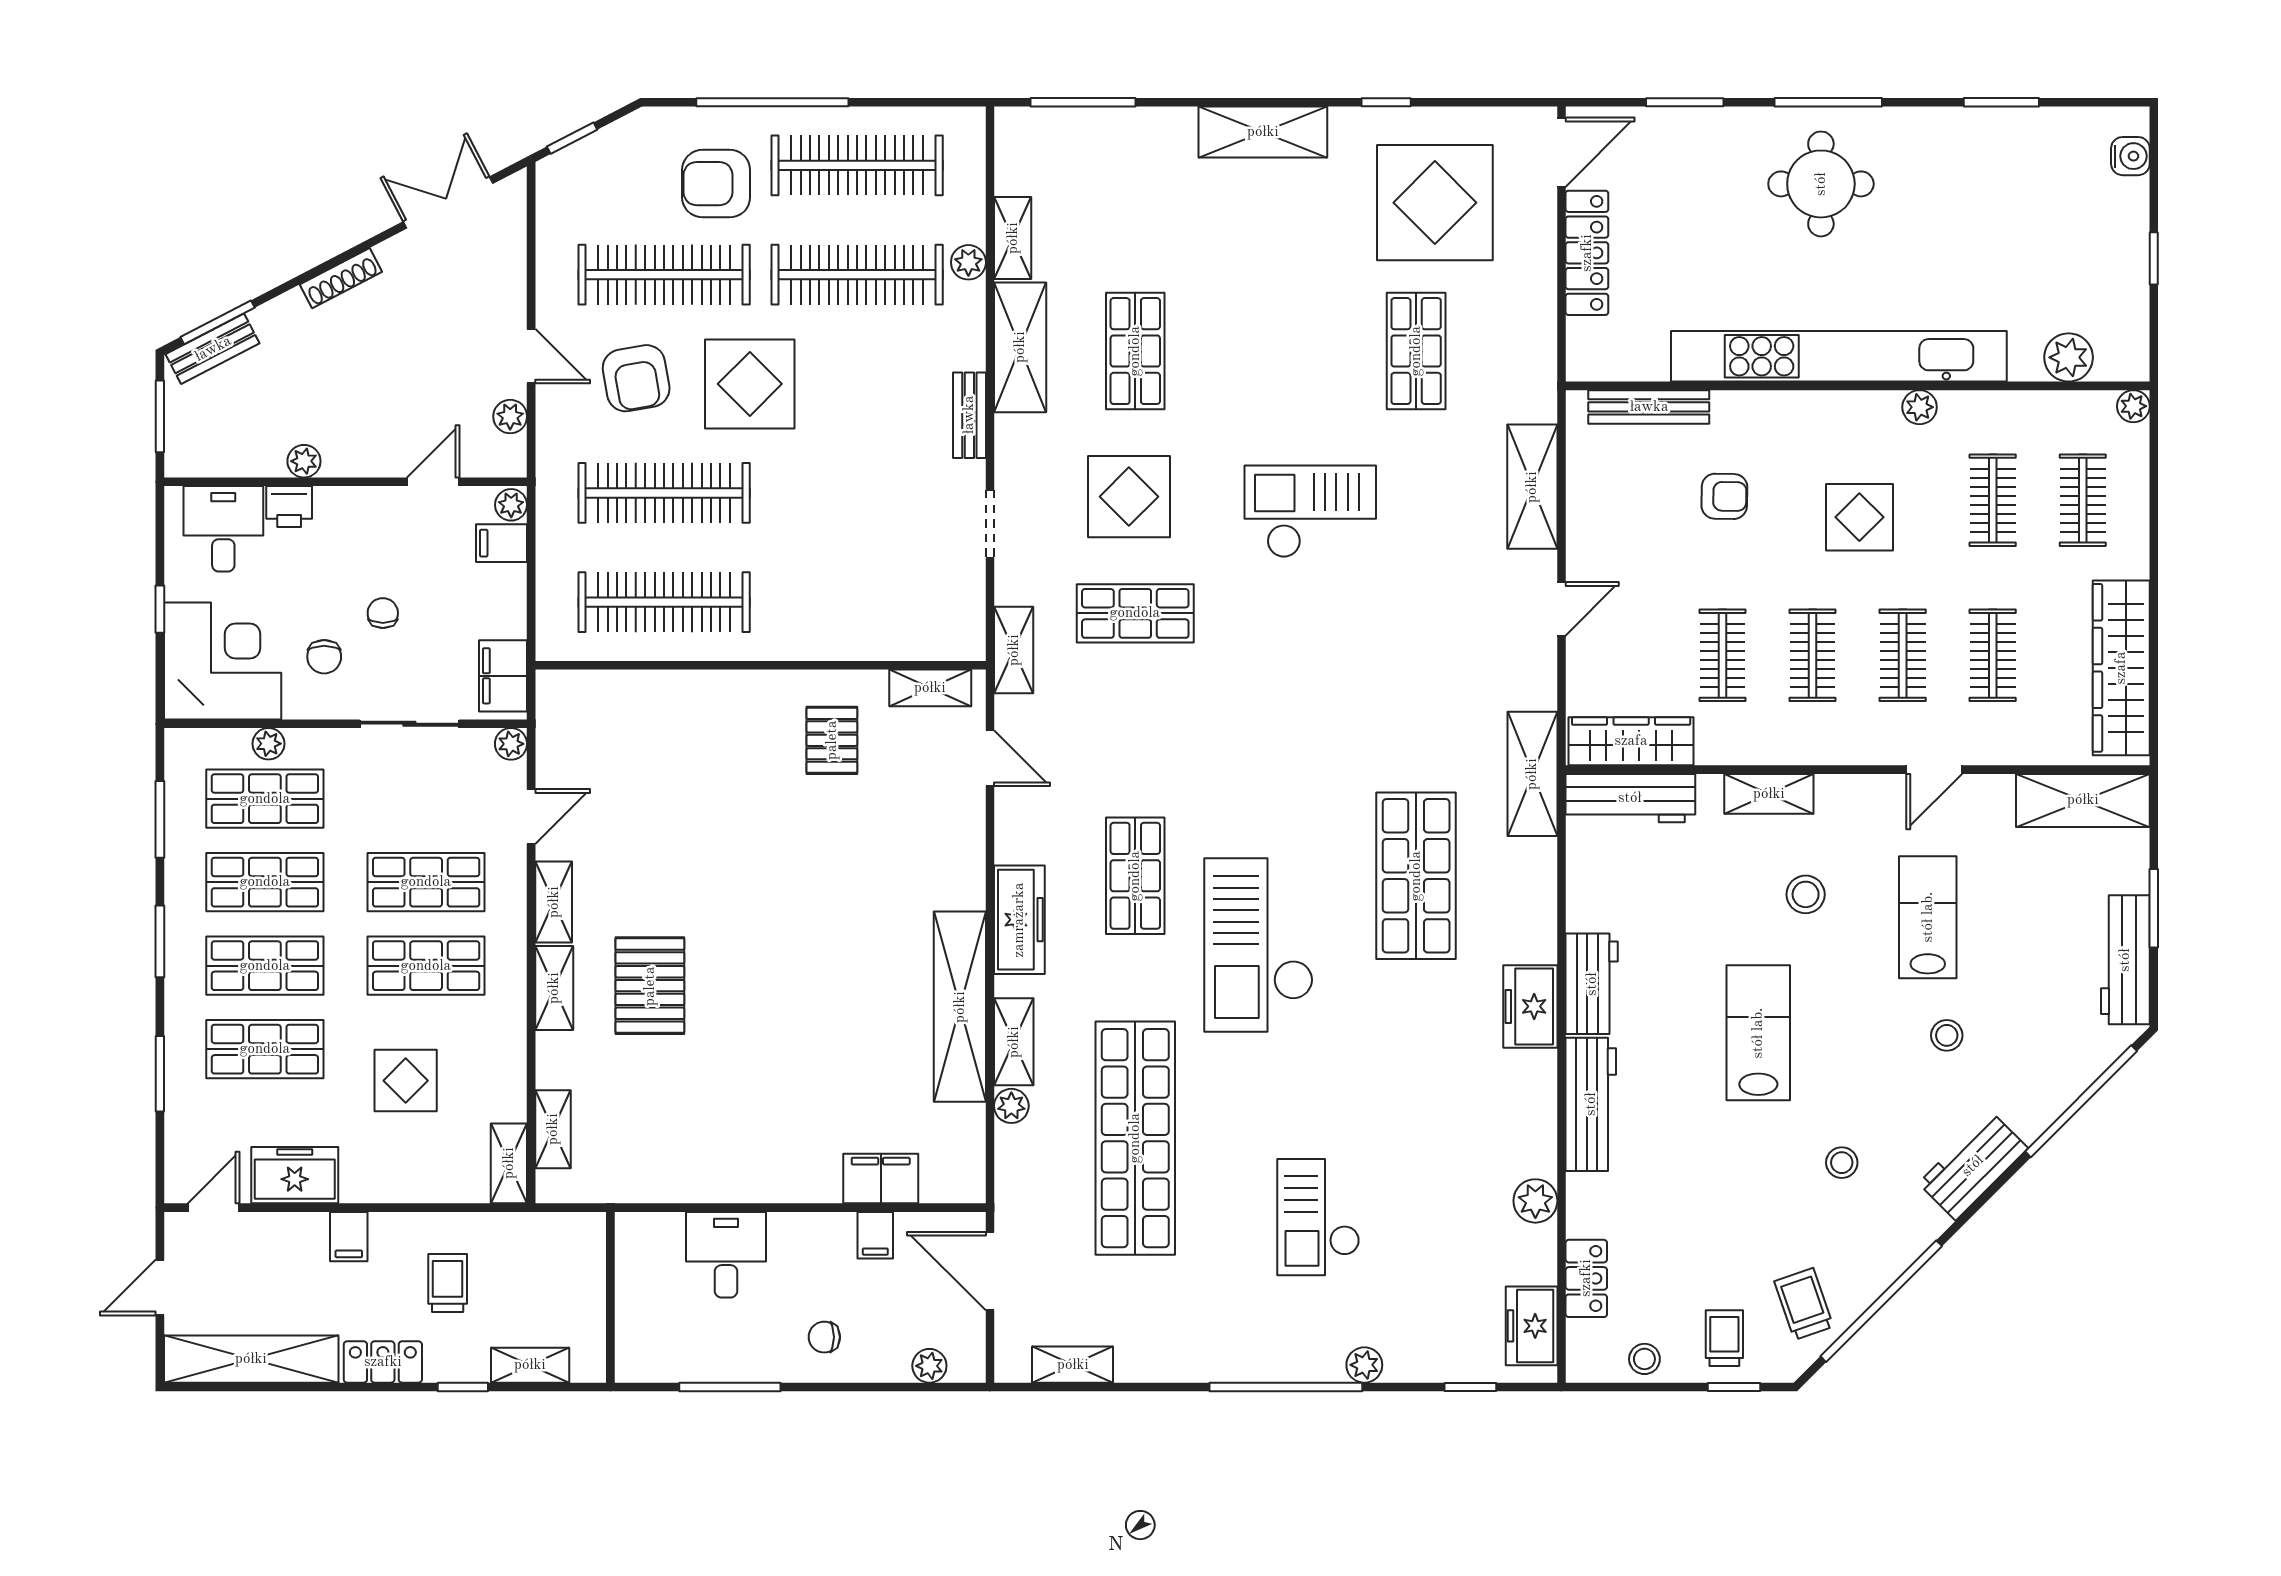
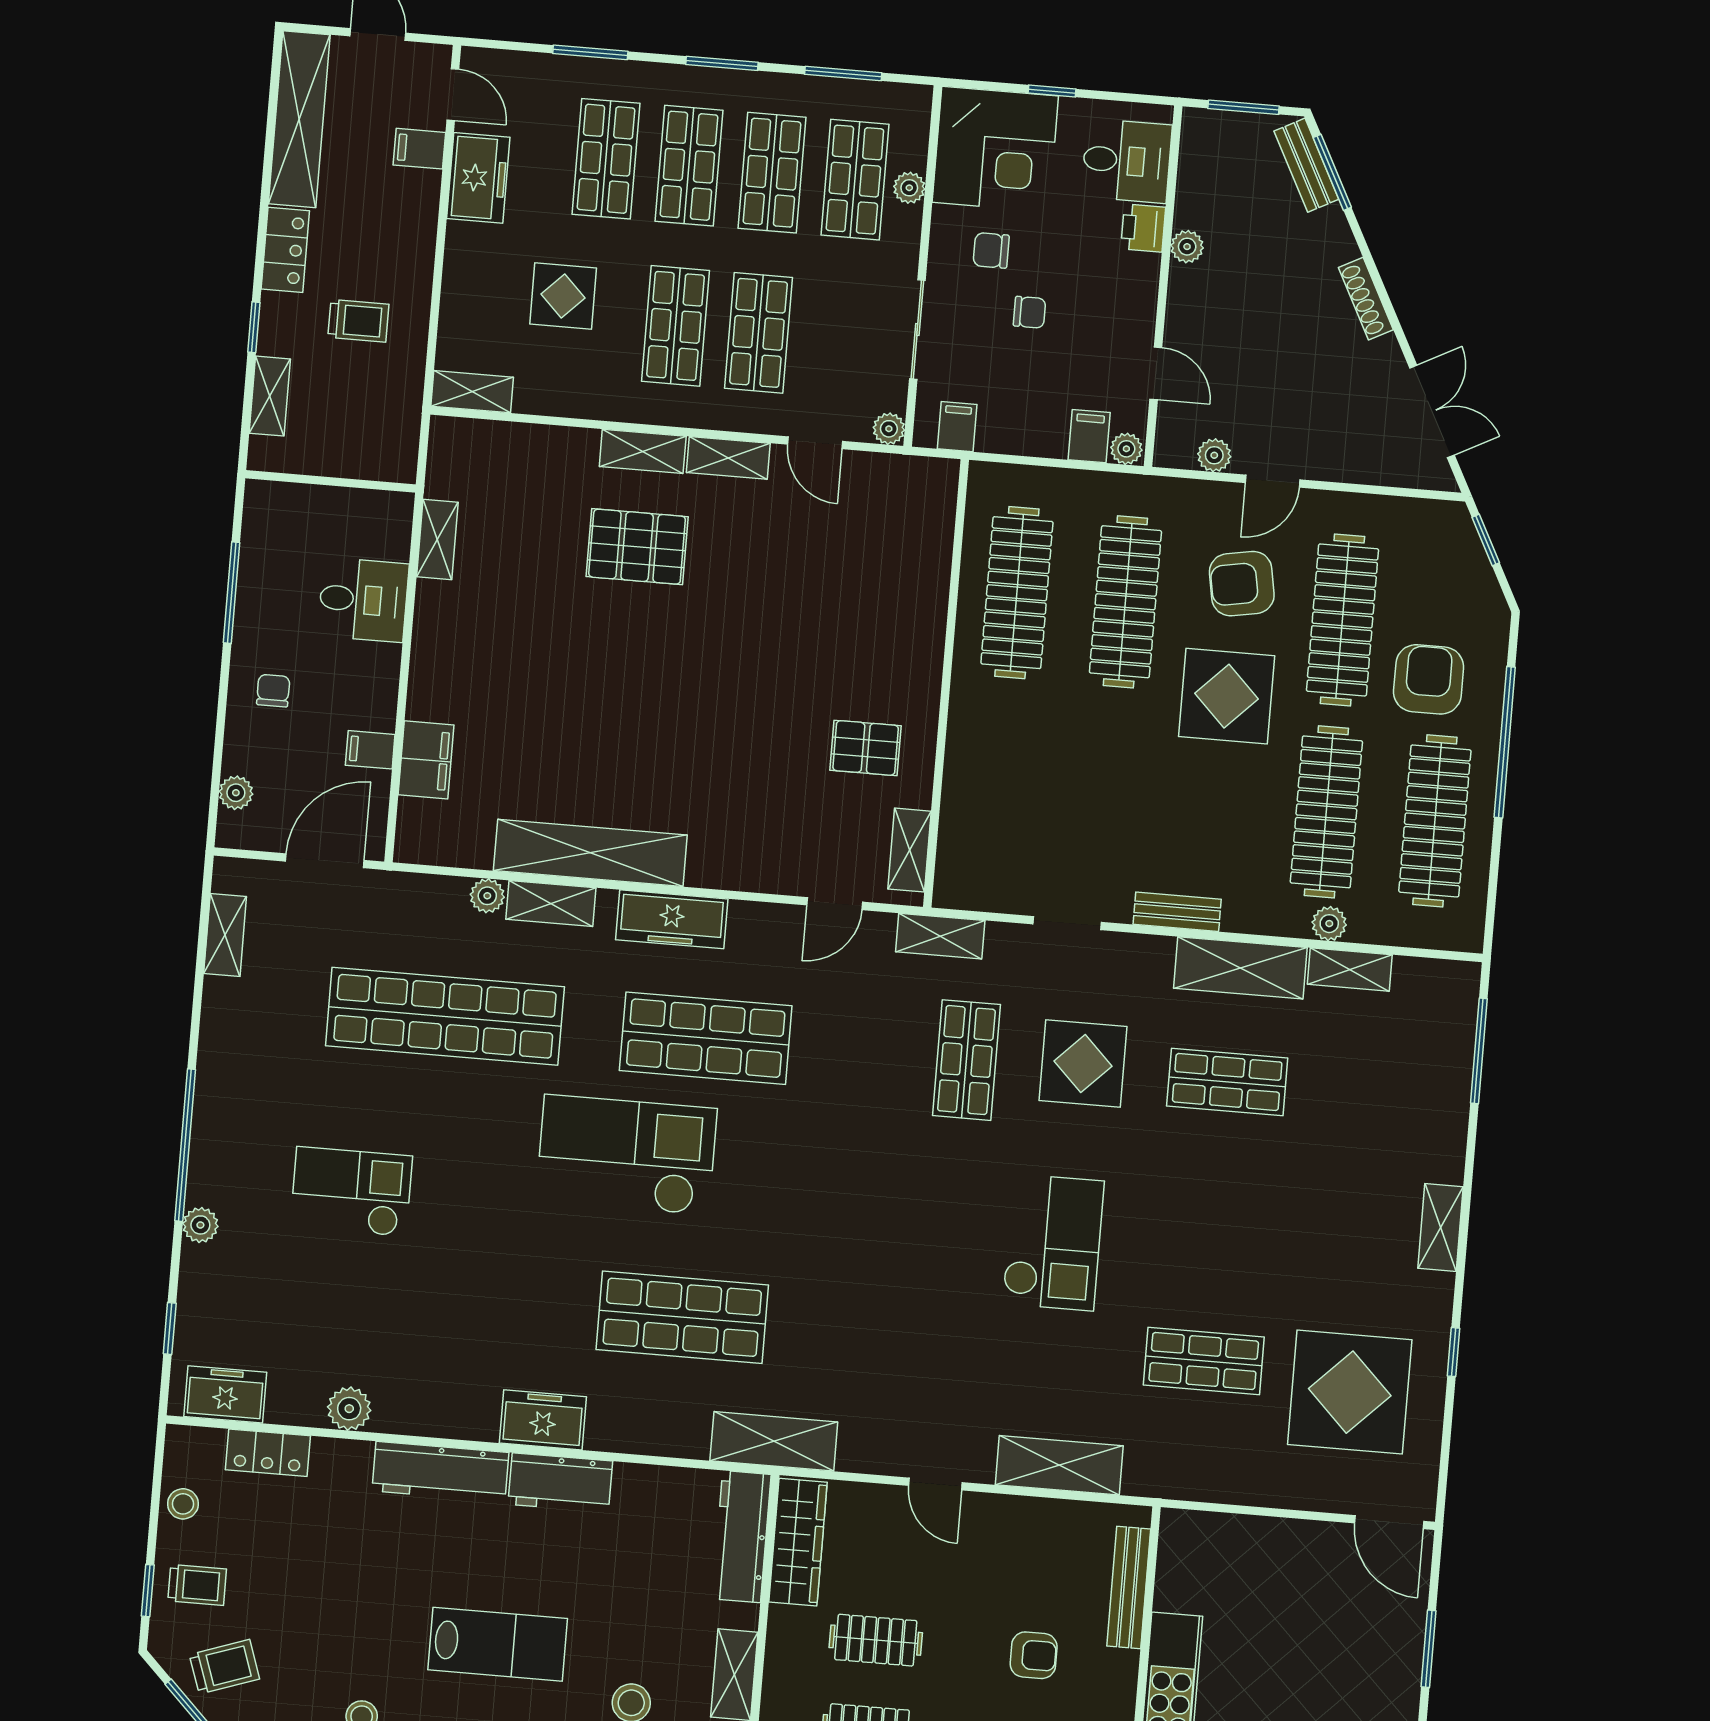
shelving: (1263, 132) -> (1441, 1228), width x0.67, depth x0.75
locker: (1587, 253) -> (1287, 1539), removed
armchair: (1724, 496) -> (1034, 1655), turned -91
filing cabinet: (503, 676) -> (957, 427), width x0.50
shop shelf: (1135, 876) -> (706, 1038), width x1.43, depth x1.36
shelving: (553, 1129) -> (437, 539), moved, turned 90
filing cabinet: (349, 1237) -> (419, 149), moved

